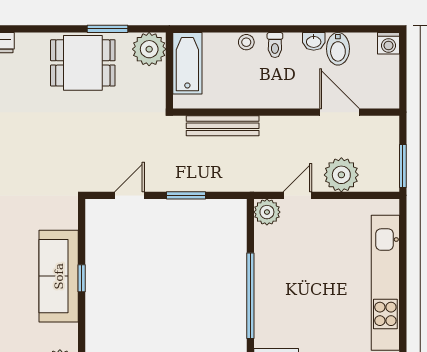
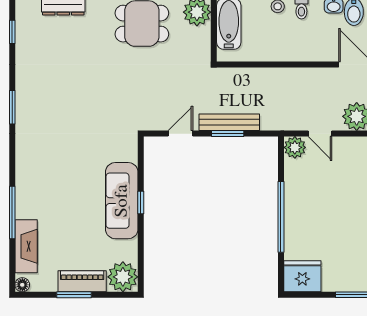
bench: (223, 126) -> (229, 122), moved
door: (297, 195) -> (320, 134), swing flipped

